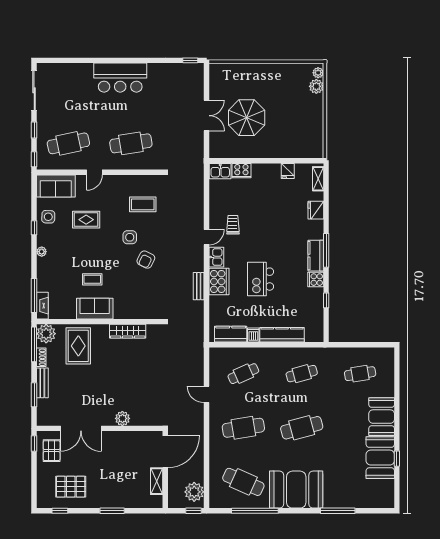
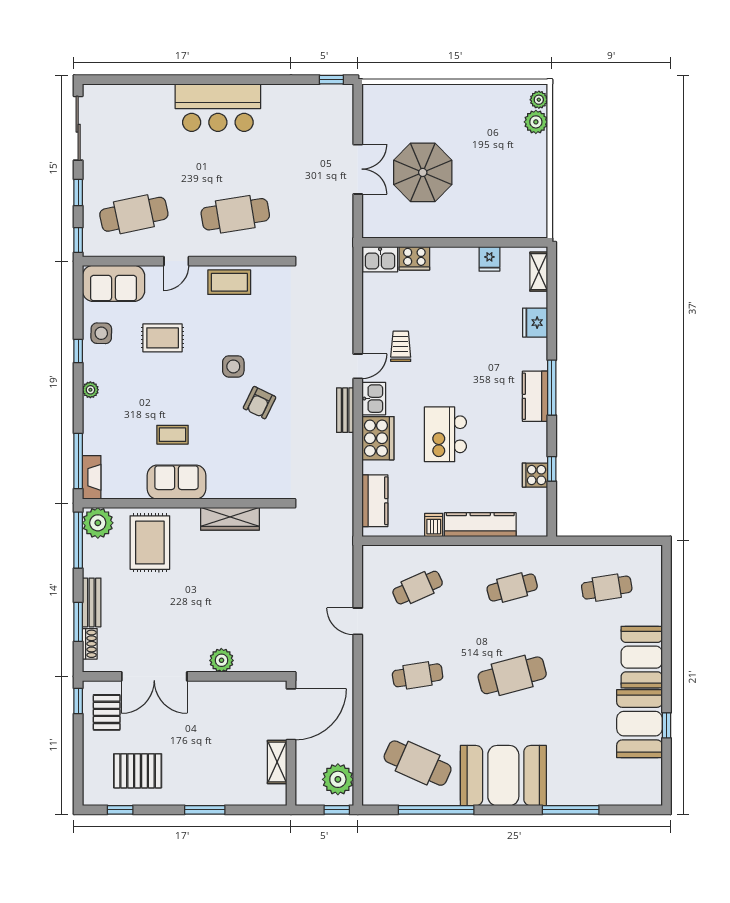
coffee table: (143, 204) -> (229, 282), moved
cooker: (316, 280) -> (535, 475), moved
bench: (199, 286) -> (345, 410), moved
kitchen counter: (231, 334) -> (375, 501), moved, turned 90
shoe rack: (41, 357) -> (90, 644), moved
cafe table: (243, 428) -> (418, 675), width x0.73, depth x0.74

